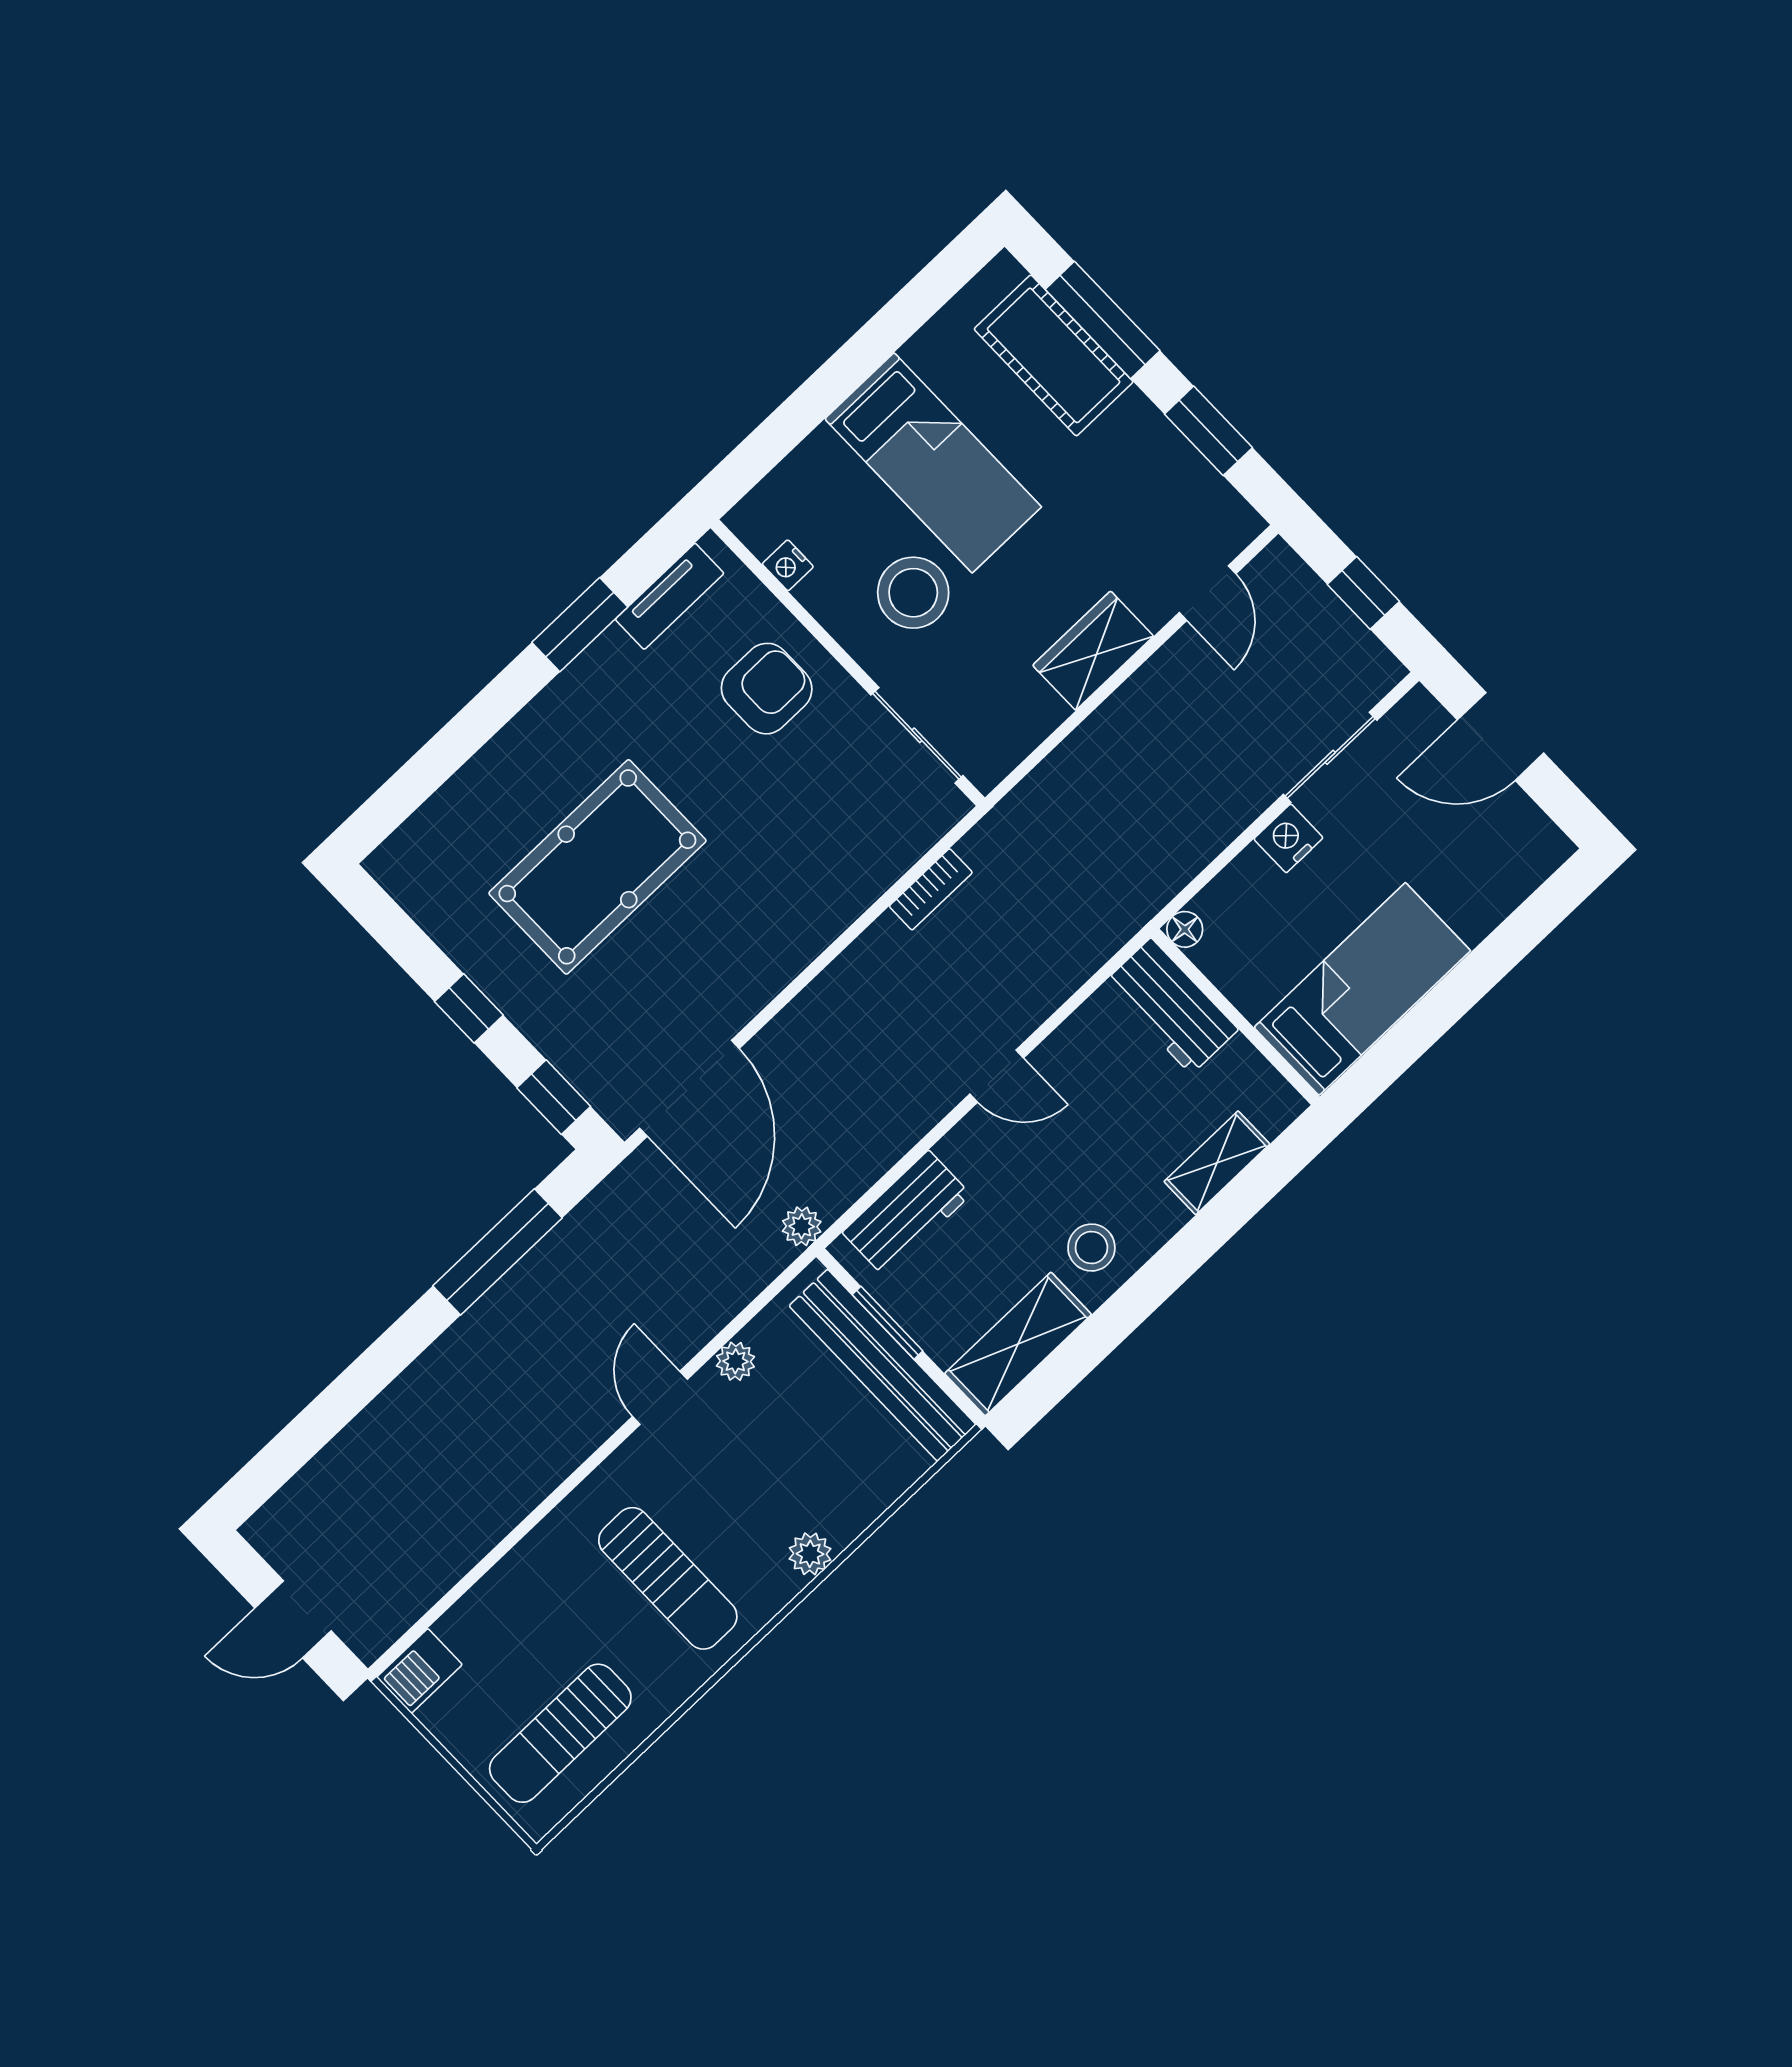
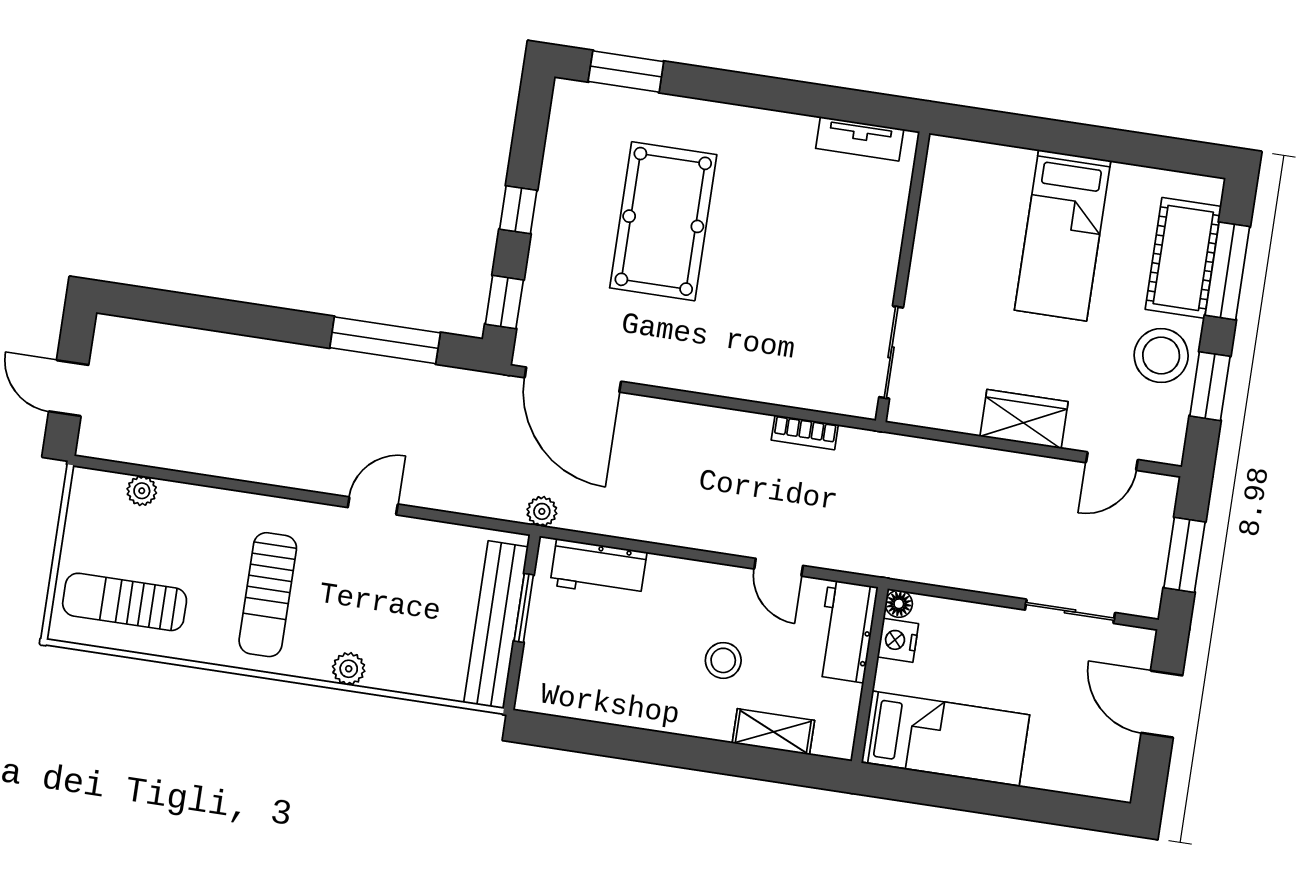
nightstand: (788, 565) -> (933, 196), removed
stool: (913, 593) -> (1161, 355), moved
window: (1363, 593) -> (1184, 555), width x1.50
window: (580, 625) -> (626, 72), moved
armchair: (767, 689) -> (849, 240), removed
nightstand: (1288, 838) -> (898, 640), moved, turned -90
pool table: (597, 867) -> (663, 221), turned 90
door: (997, 1076) -> (779, 567), moved
door: (689, 1088) -> (573, 380), hinge flipped
stool: (1091, 1248) -> (723, 660), moved
shelving: (1018, 1344) -> (572, 696), removed
plant: (735, 1361) -> (142, 491), moved
barbecue: (419, 1671) -> (97, 488), removed

